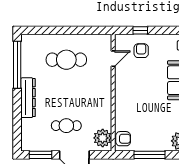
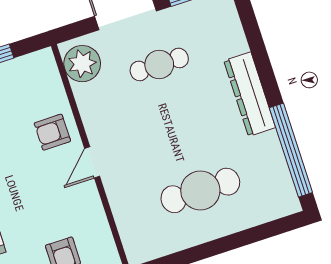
door: (113, 59) -> (92, 162), moved
armchair: (123, 139) -> (52, 132), moved

